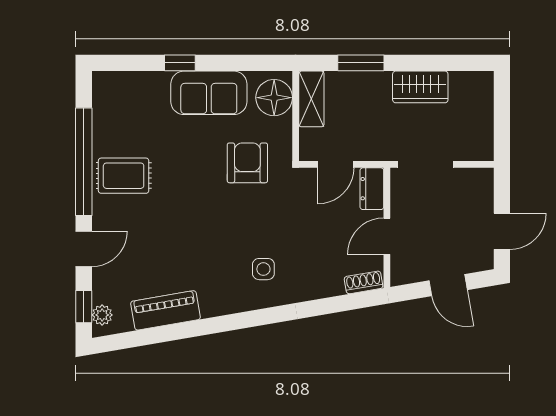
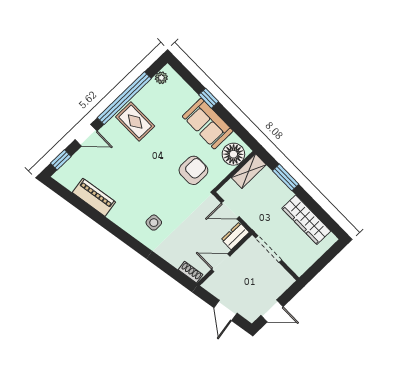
wardrobe: (420, 87) -> (306, 220), width x1.50
plant: (102, 315) -> (161, 78), moved

